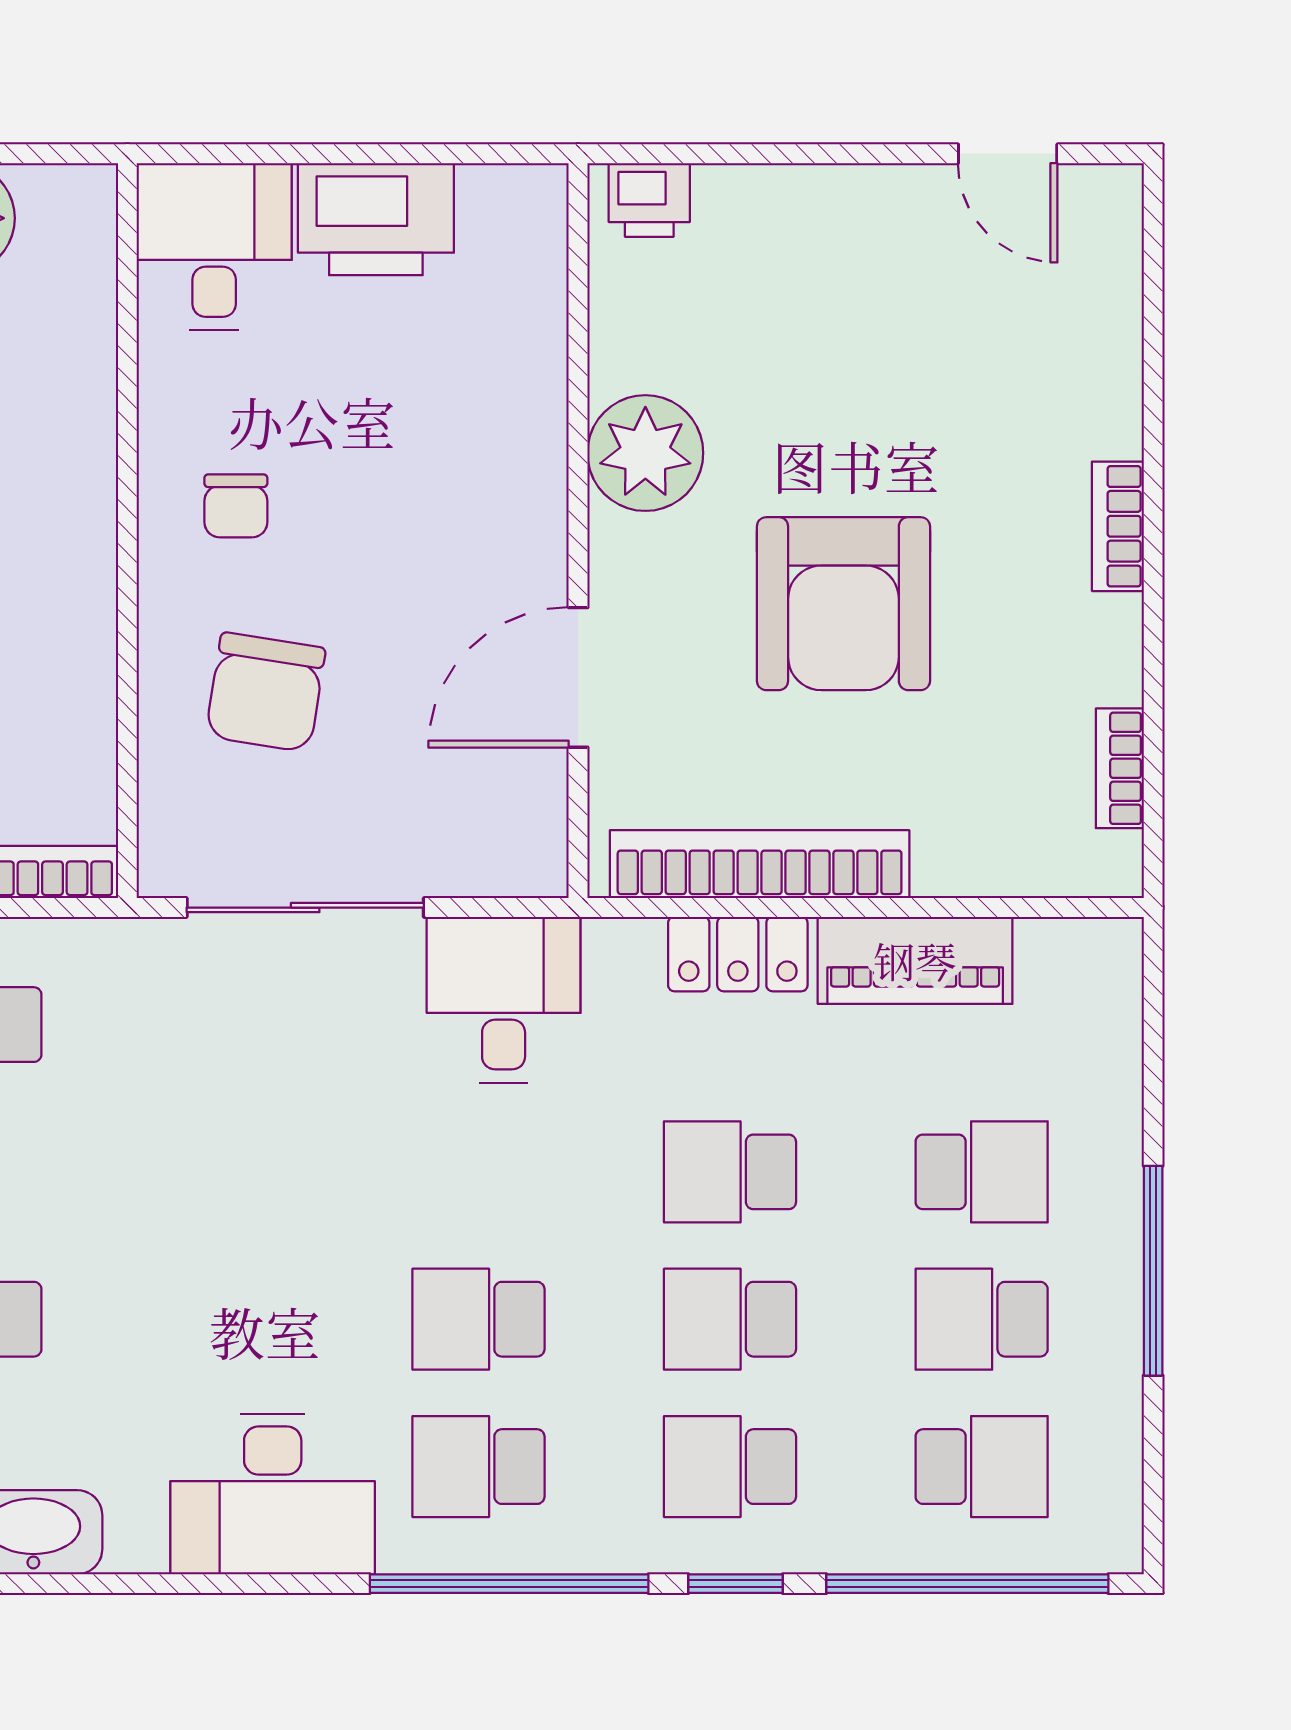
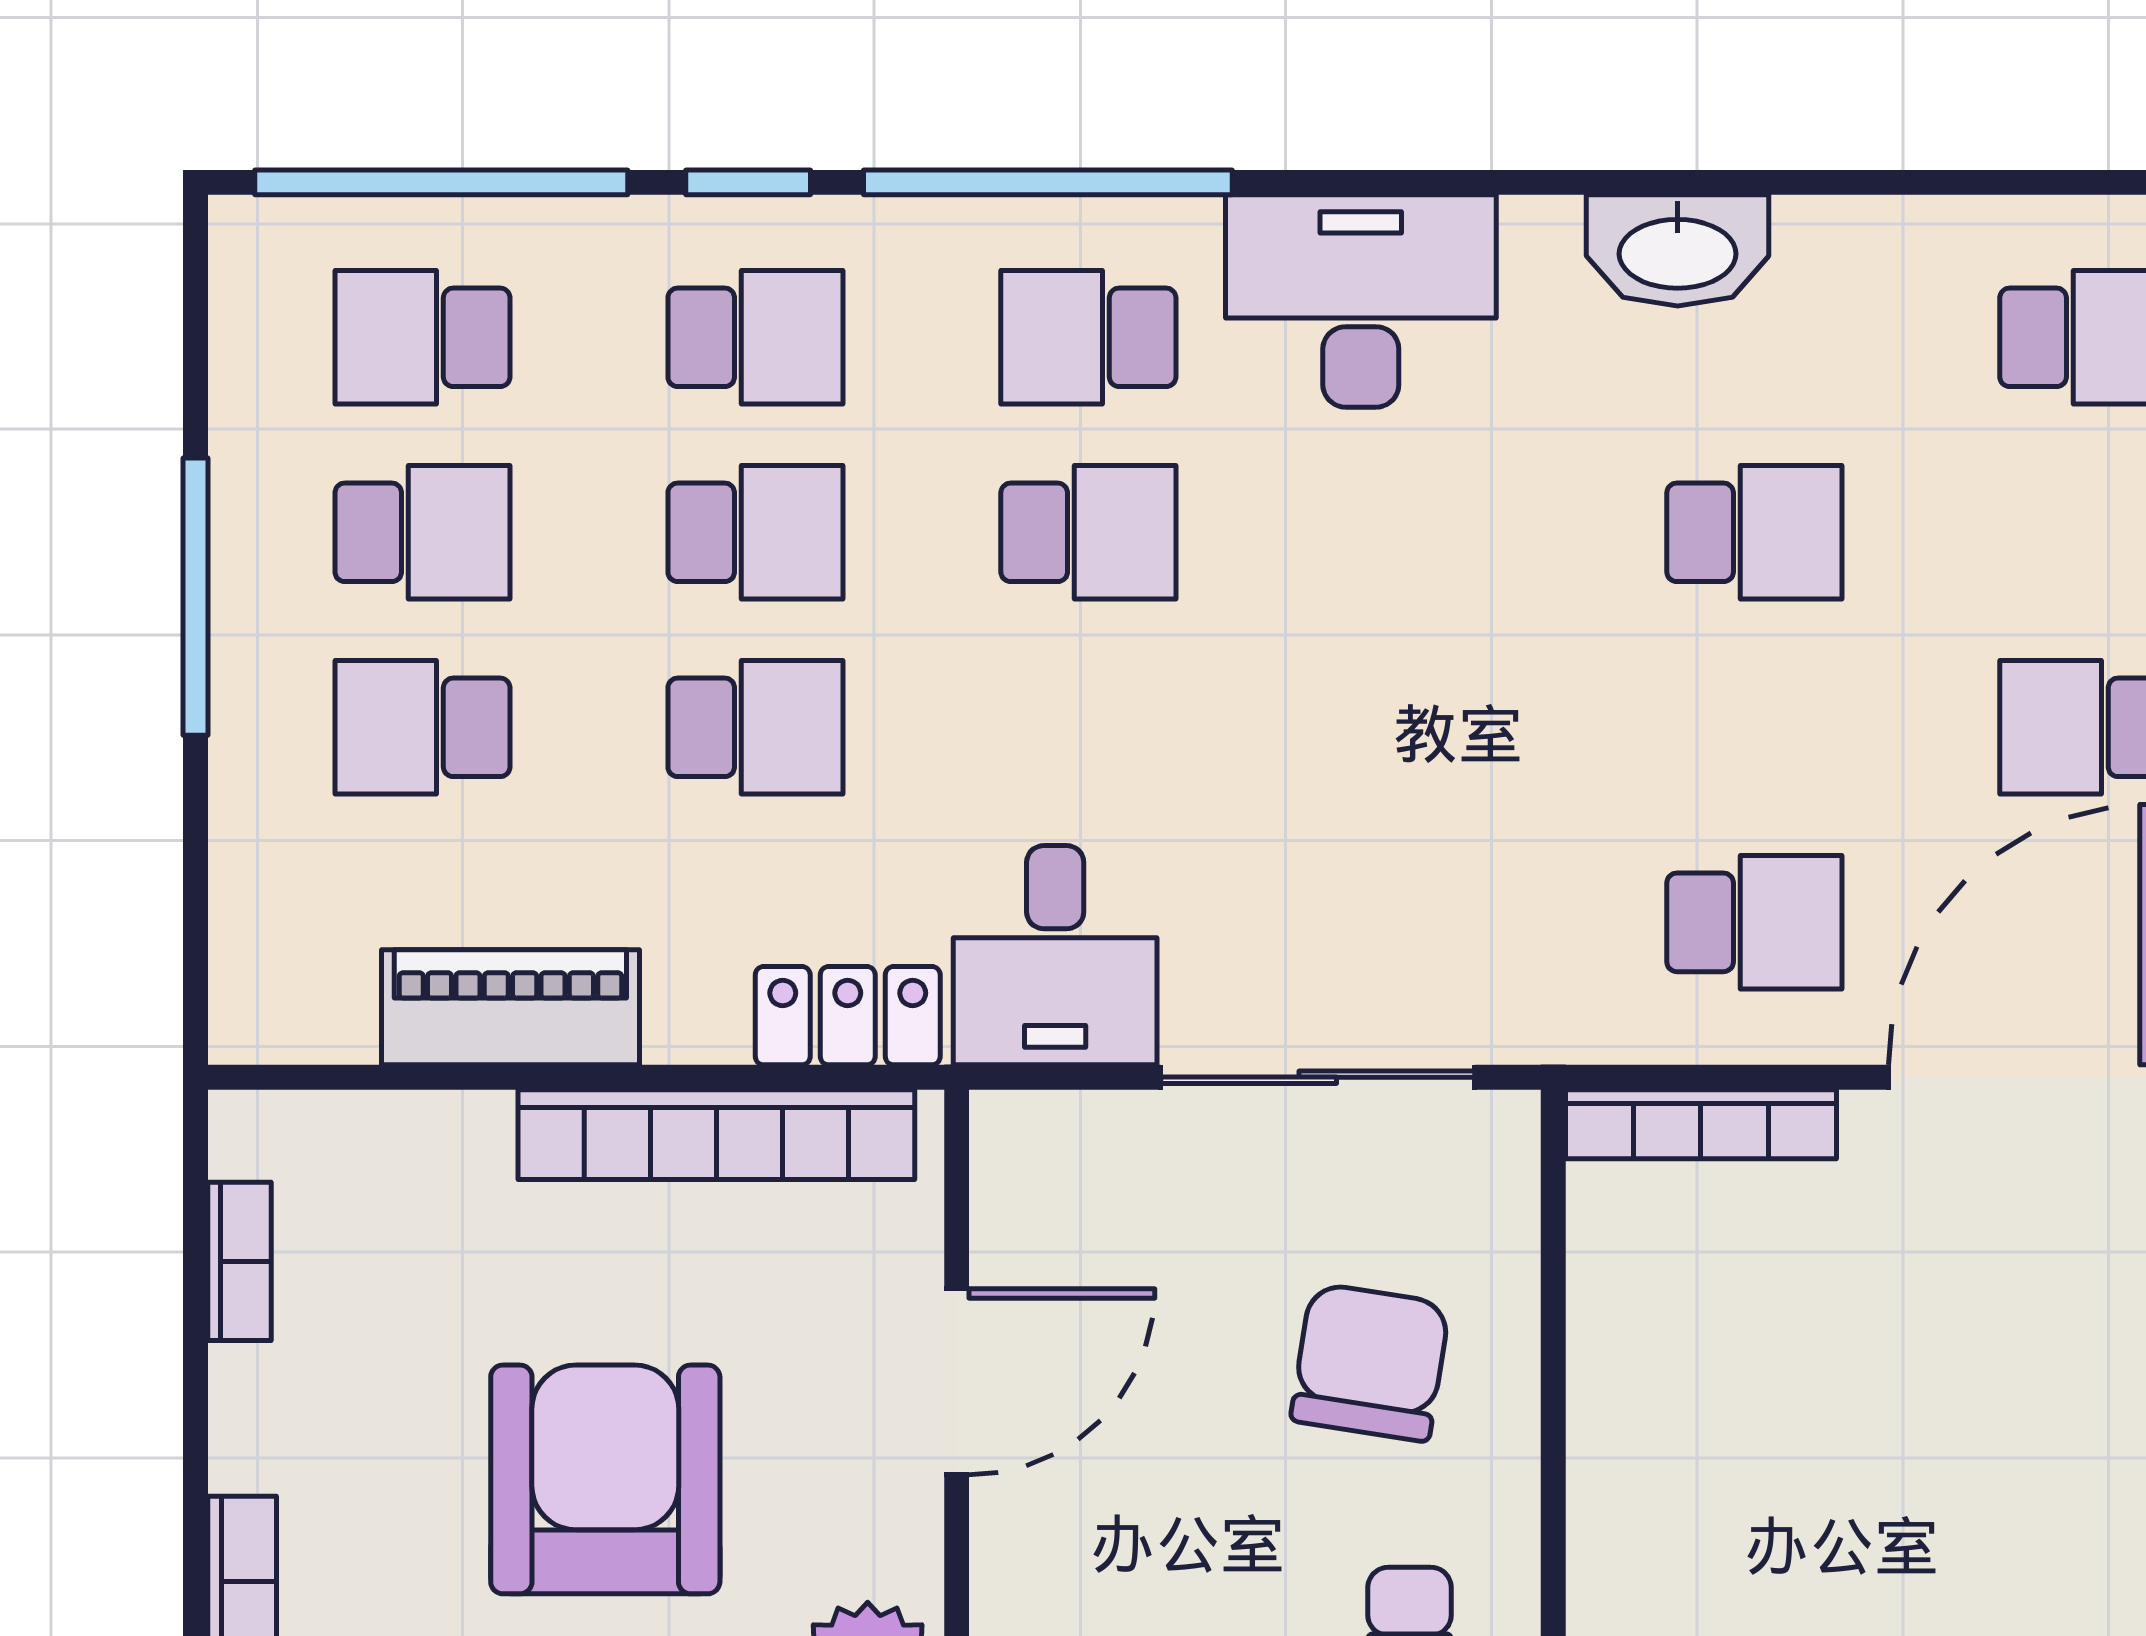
locker: (738, 954) -> (848, 1016), moved
school desk: (478, 1467) -> (1088, 337), turned 180

